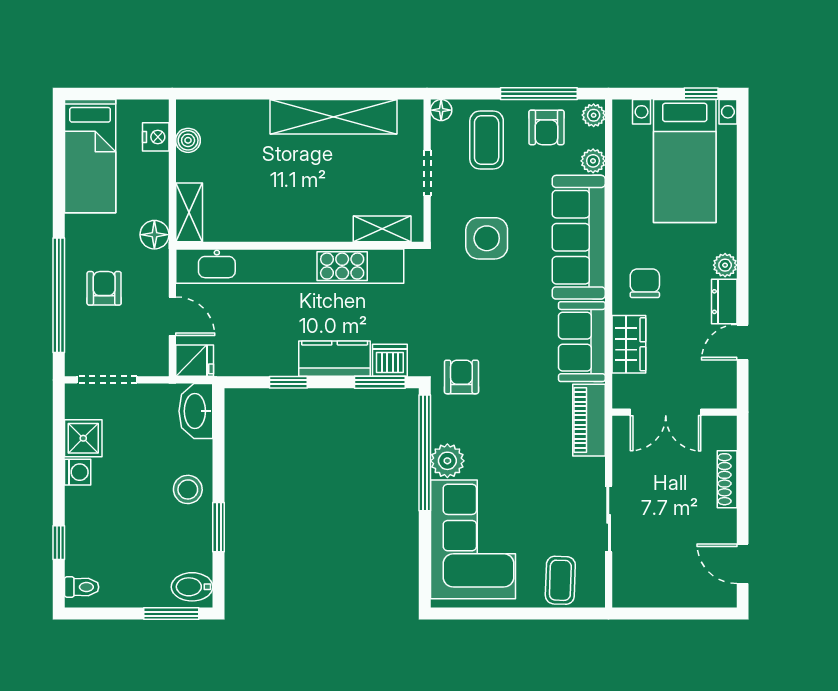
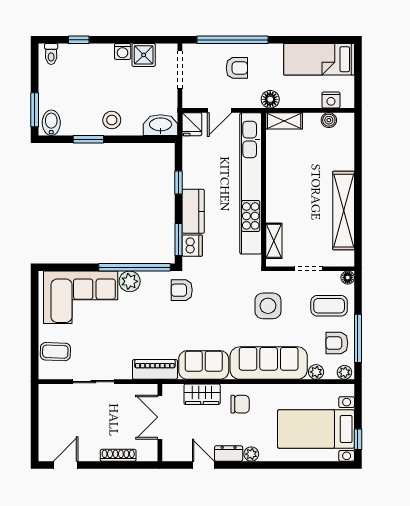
armchair: (461, 377) -> (182, 290), turned 180

